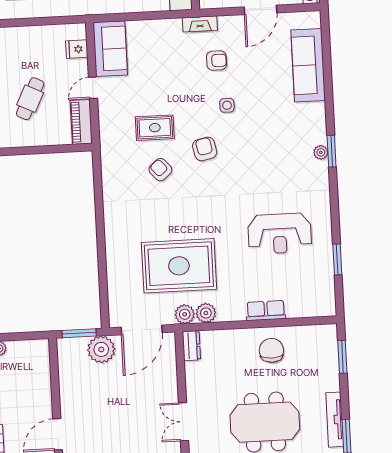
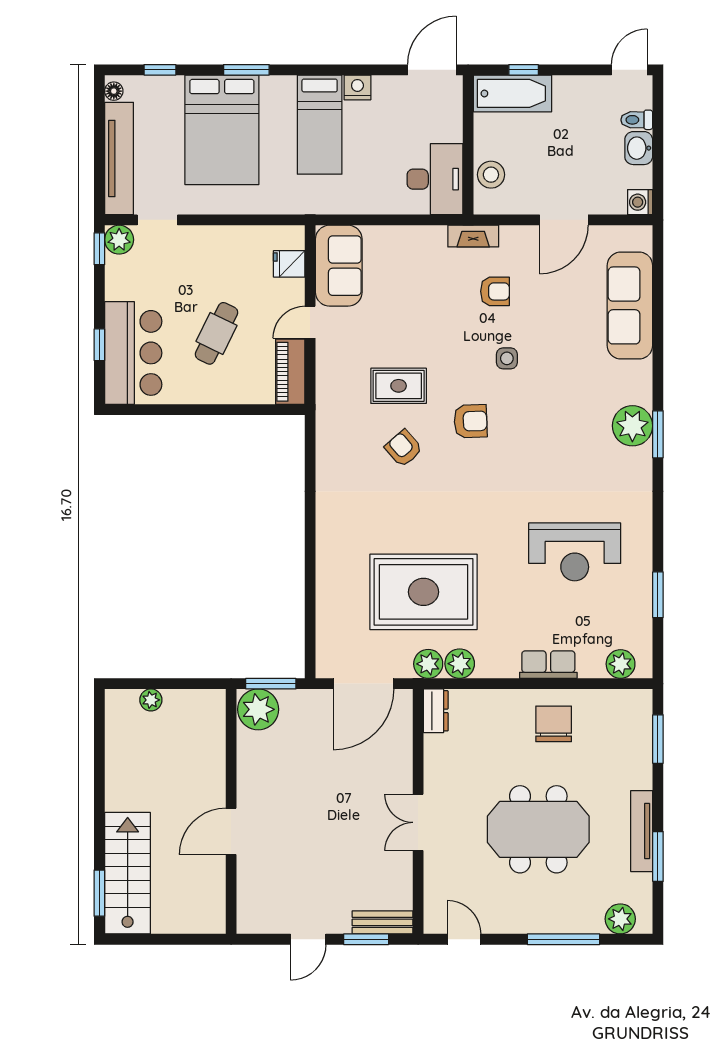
armchair: (205, 149) -> (471, 421), turned 100
plant: (321, 152) -> (632, 426), width x1.87, depth x1.87
plant: (315, 308) -> (621, 664), added
plant: (101, 349) -> (258, 709), moved

